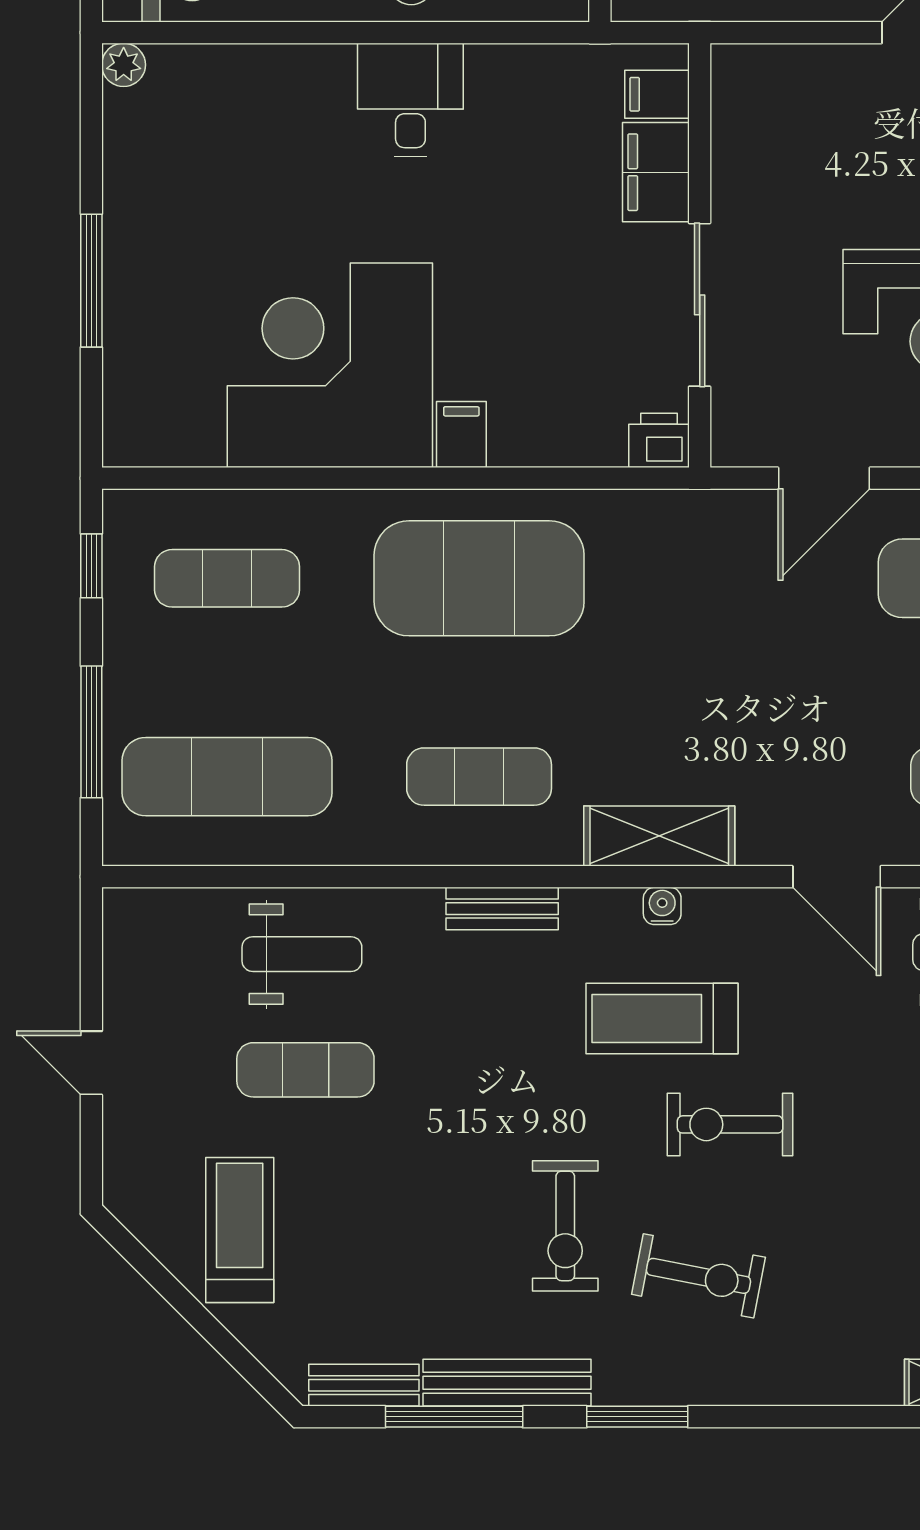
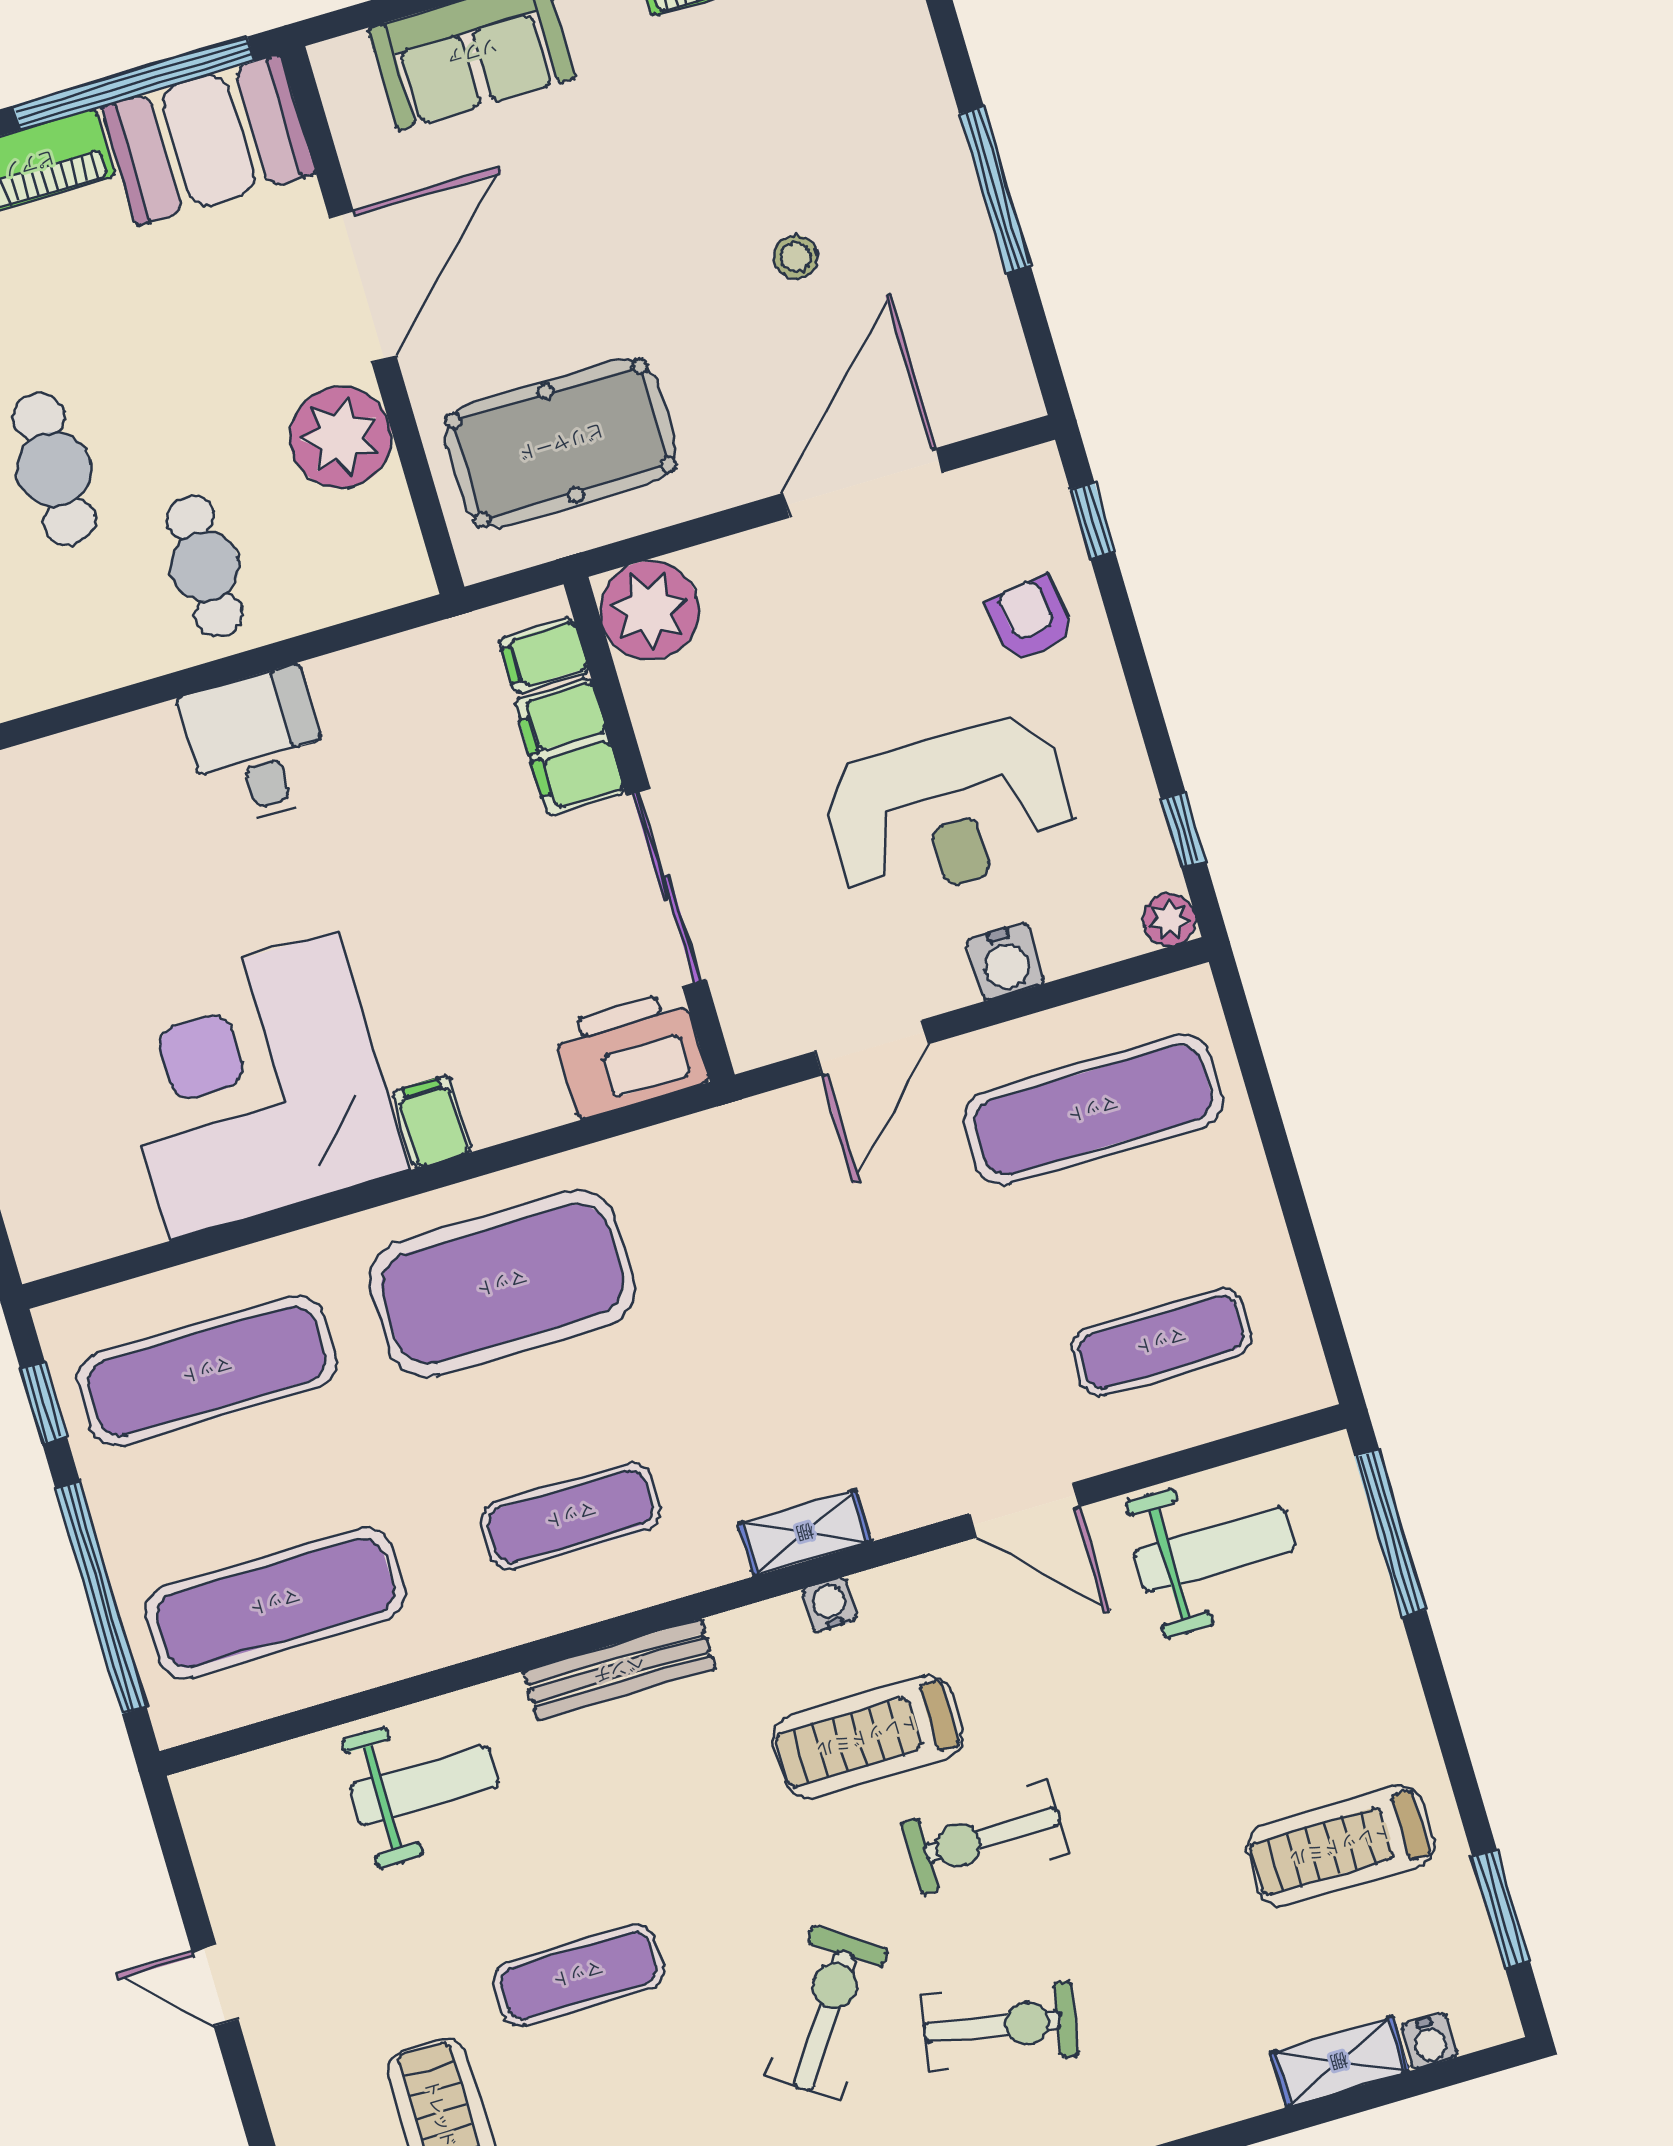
plant: (750, 83) -> (649, 610), added
printer: (659, 440) -> (630, 1054), width x1.87, depth x1.48
exercise mat: (227, 578) -> (207, 1371), width x1.36, depth x1.45
window: (91, 732) -> (101, 1598), width x1.46
shelving: (659, 836) -> (805, 1533), width x0.67, depth x0.75
bench: (502, 909) -> (619, 1670), width x1.36
exercise mat: (305, 1070) -> (578, 1975), moved
exercise bike: (565, 1226) -> (827, 2013), turned -146

